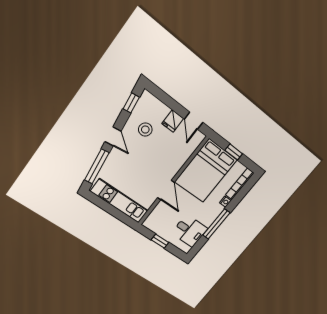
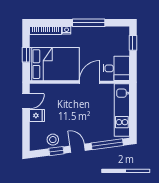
window: (131, 103) -> (56, 151), moved
stool: (145, 130) -> (53, 140), moved
door: (113, 136) -> (78, 148), hinge flipped
desk: (189, 231) -> (116, 68), moved, turned 90
window: (160, 241) -> (133, 43), moved

